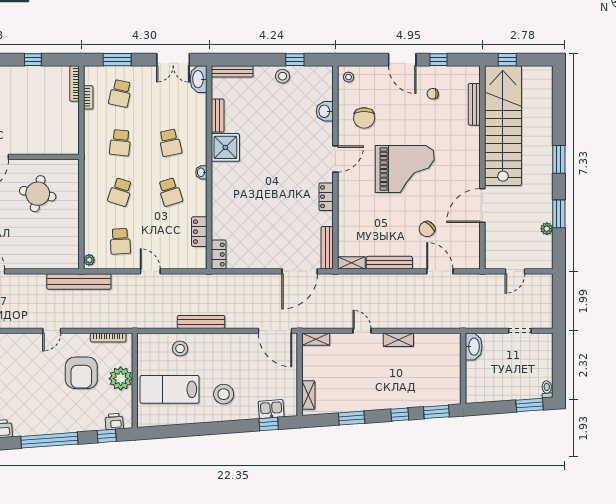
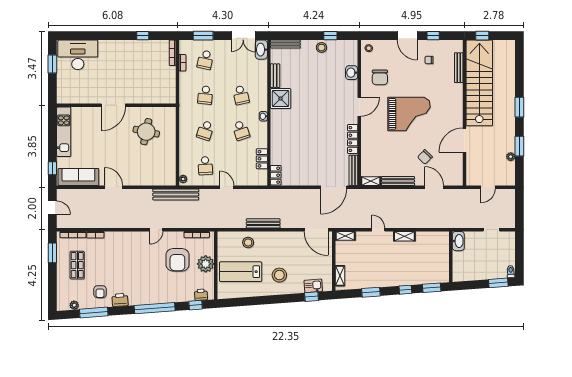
locker: (326, 197) -> (353, 139), width x1.53

